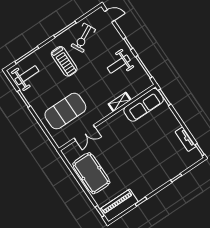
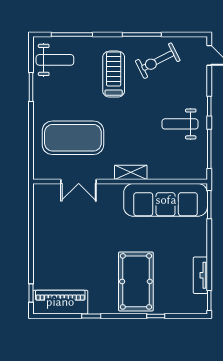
treadmill: (64, 61) -> (114, 74), turned 180
shelving: (120, 102) -> (131, 172), moved
sofa: (144, 105) -> (166, 200), width x1.36, depth x1.27
pool table: (91, 173) -> (136, 281), moved

